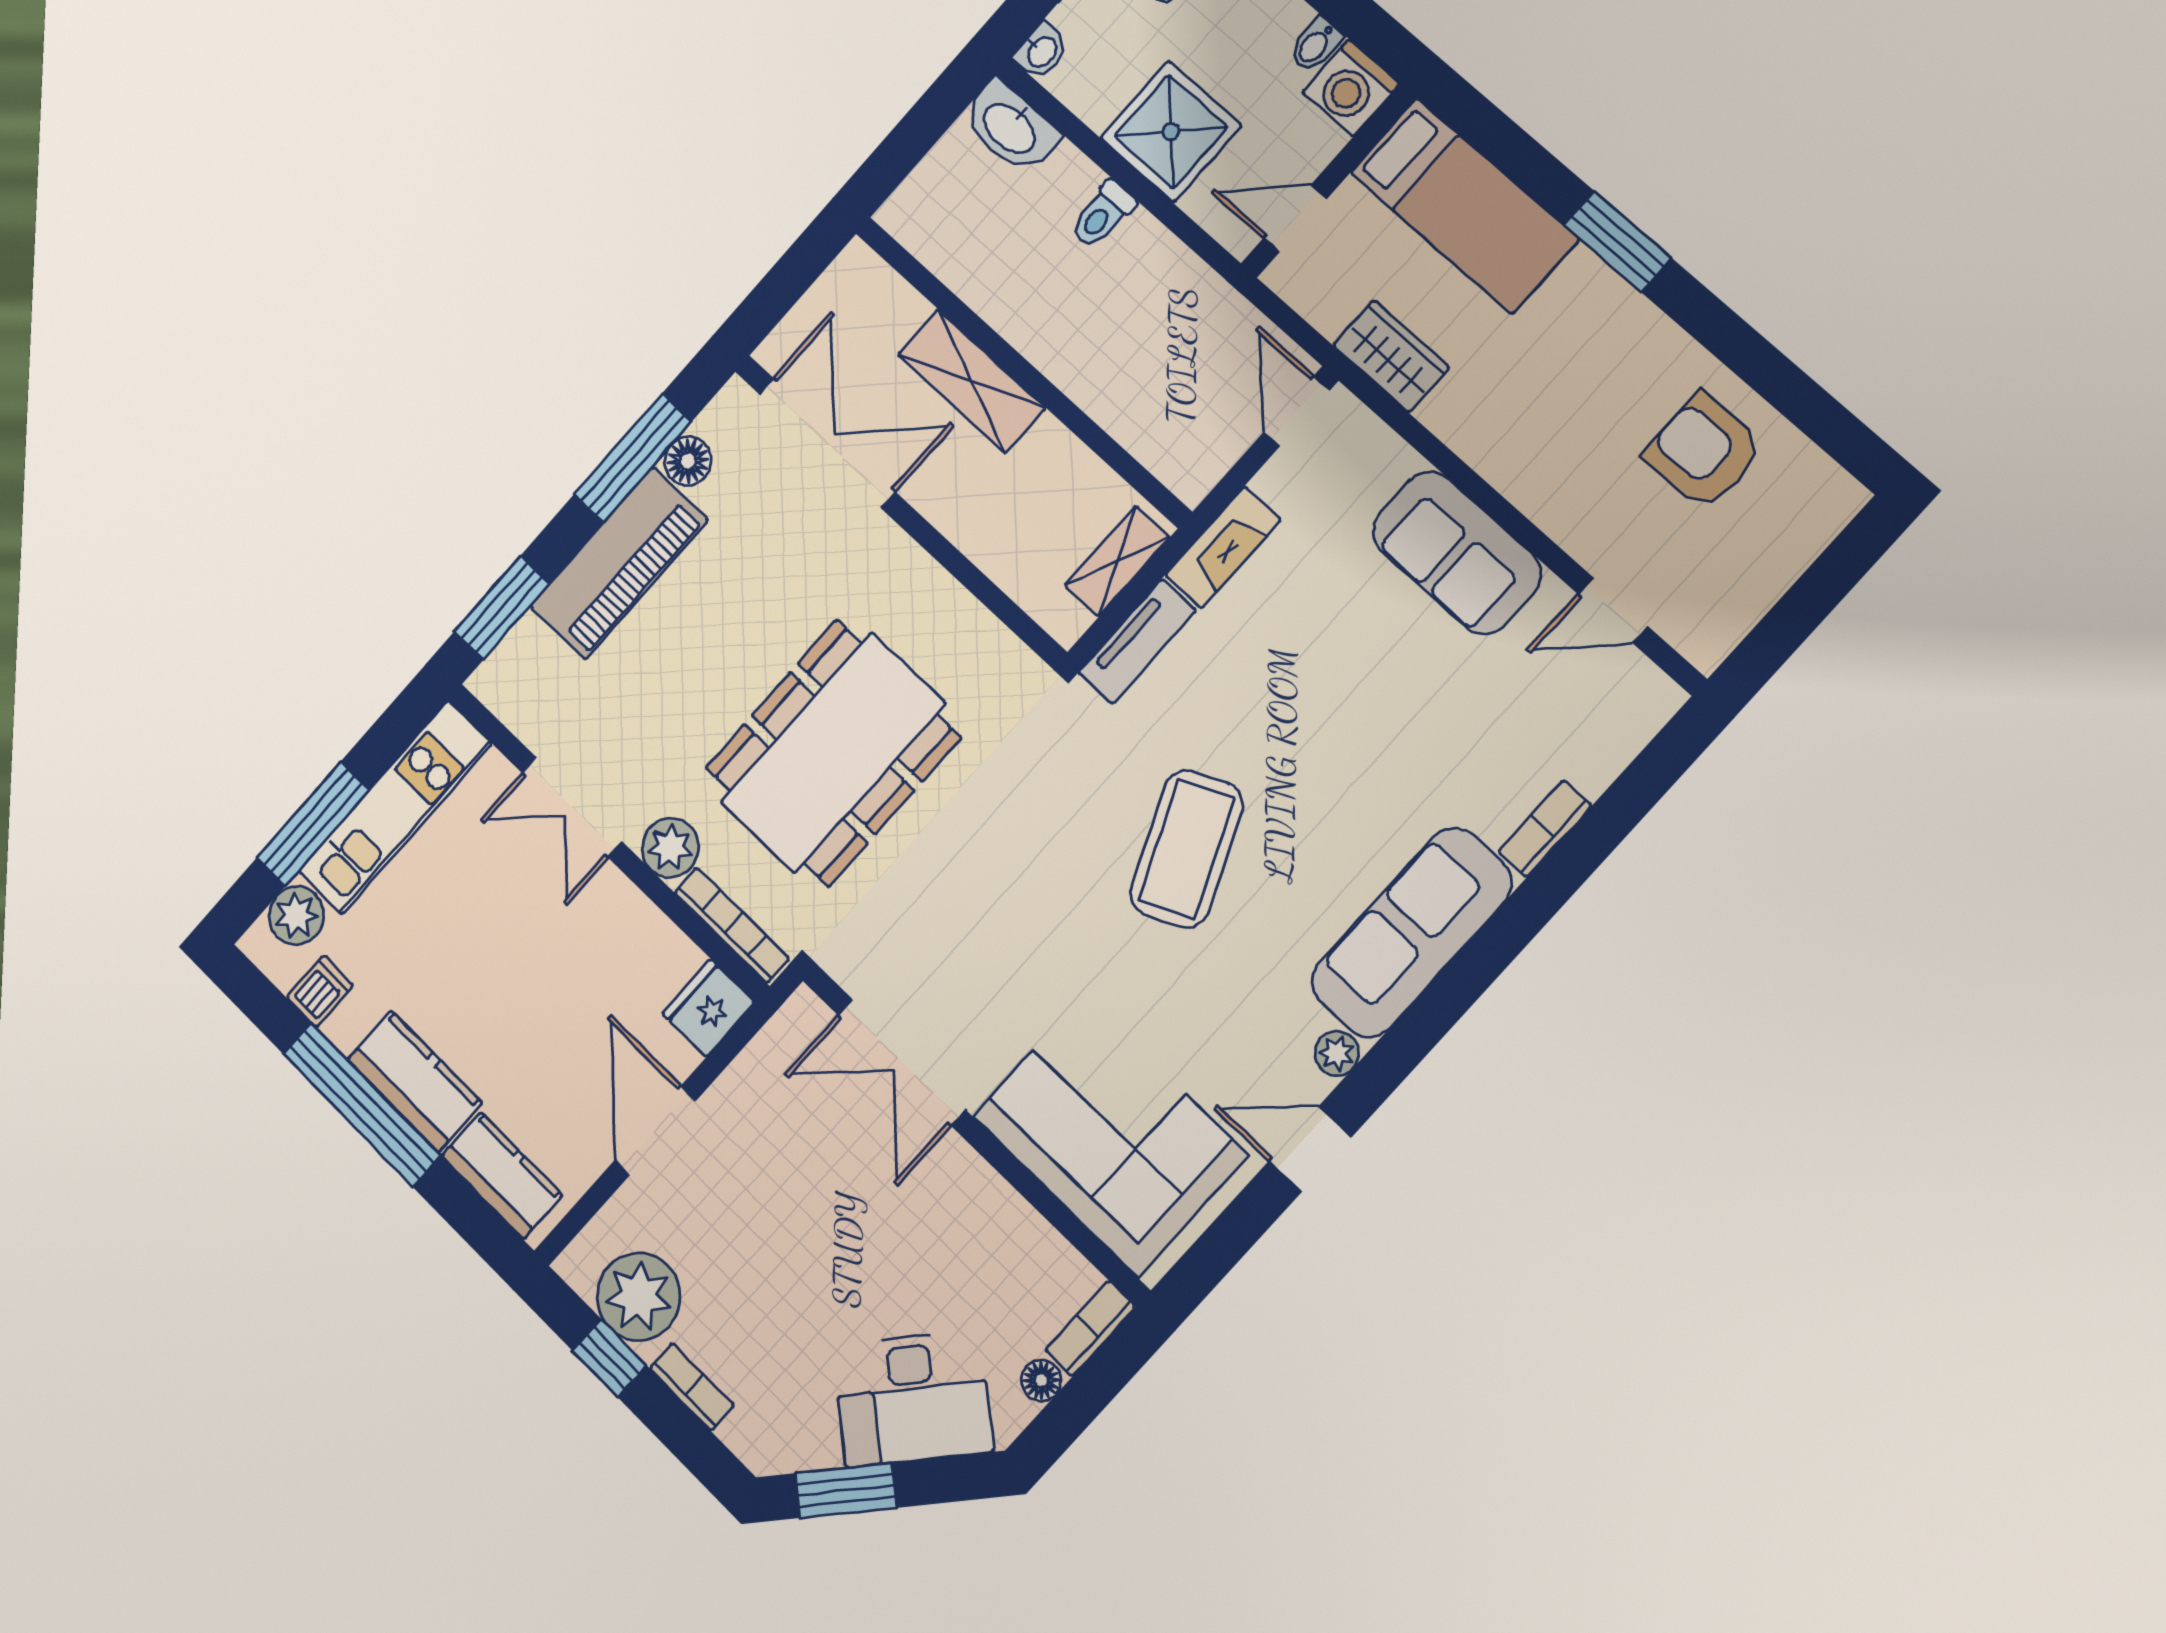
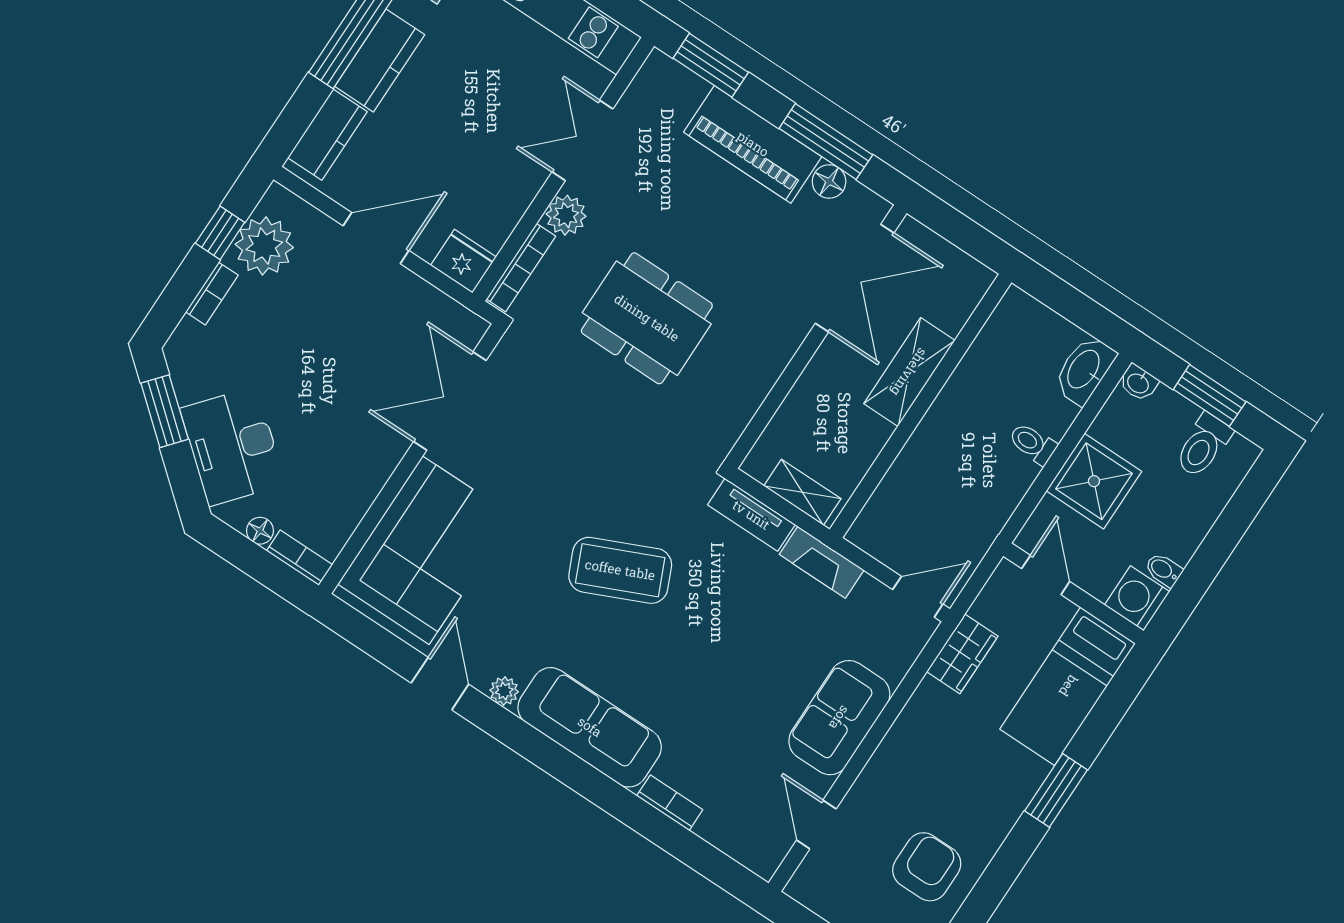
dining table: (833, 753) -> (647, 318), width x0.73, depth x0.80

